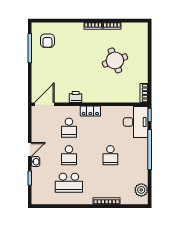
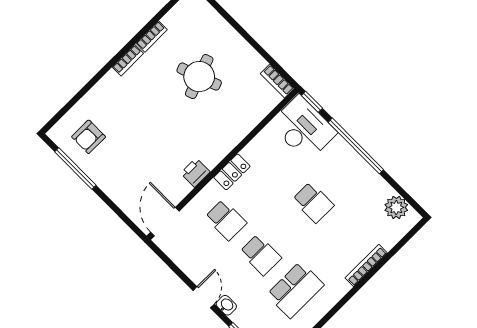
armchair: (47, 41) -> (89, 137), turned 90

